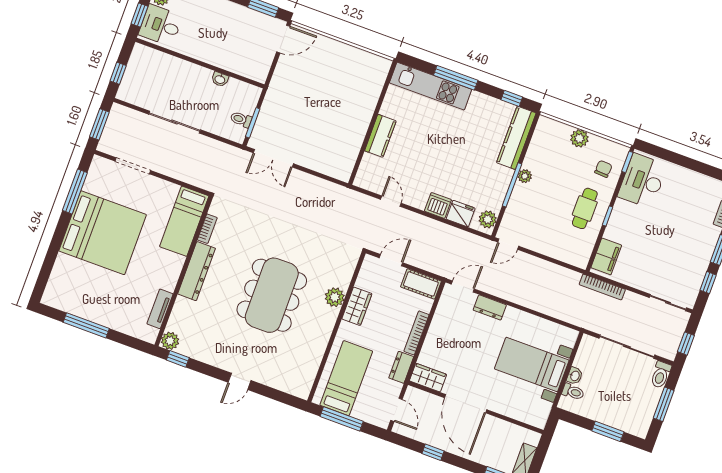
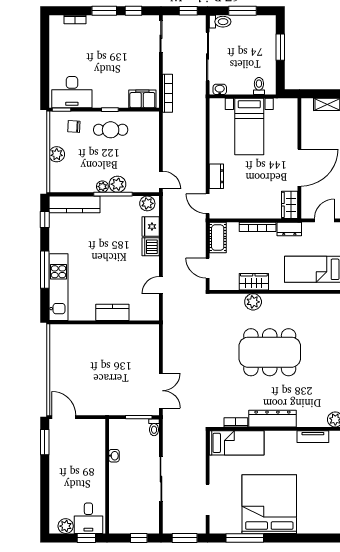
toilet: (241, 119) -> (154, 427), moved
plant: (521, 194) -> (118, 184), added
washbasin: (575, 376) -> (220, 89), moved

